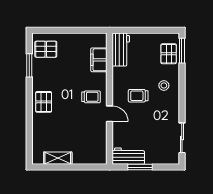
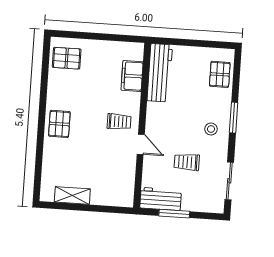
workbench: (121, 49) -> (160, 73), width x1.38
window: (182, 51) -> (234, 118), moved
window: (29, 65) -> (44, 77), removed
stool: (164, 85) -> (211, 129), moved
trolley: (138, 96) -> (187, 162), moved

